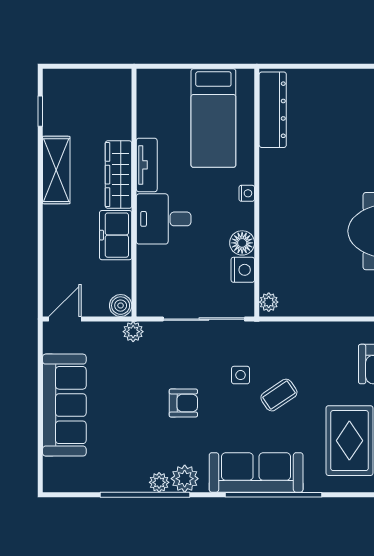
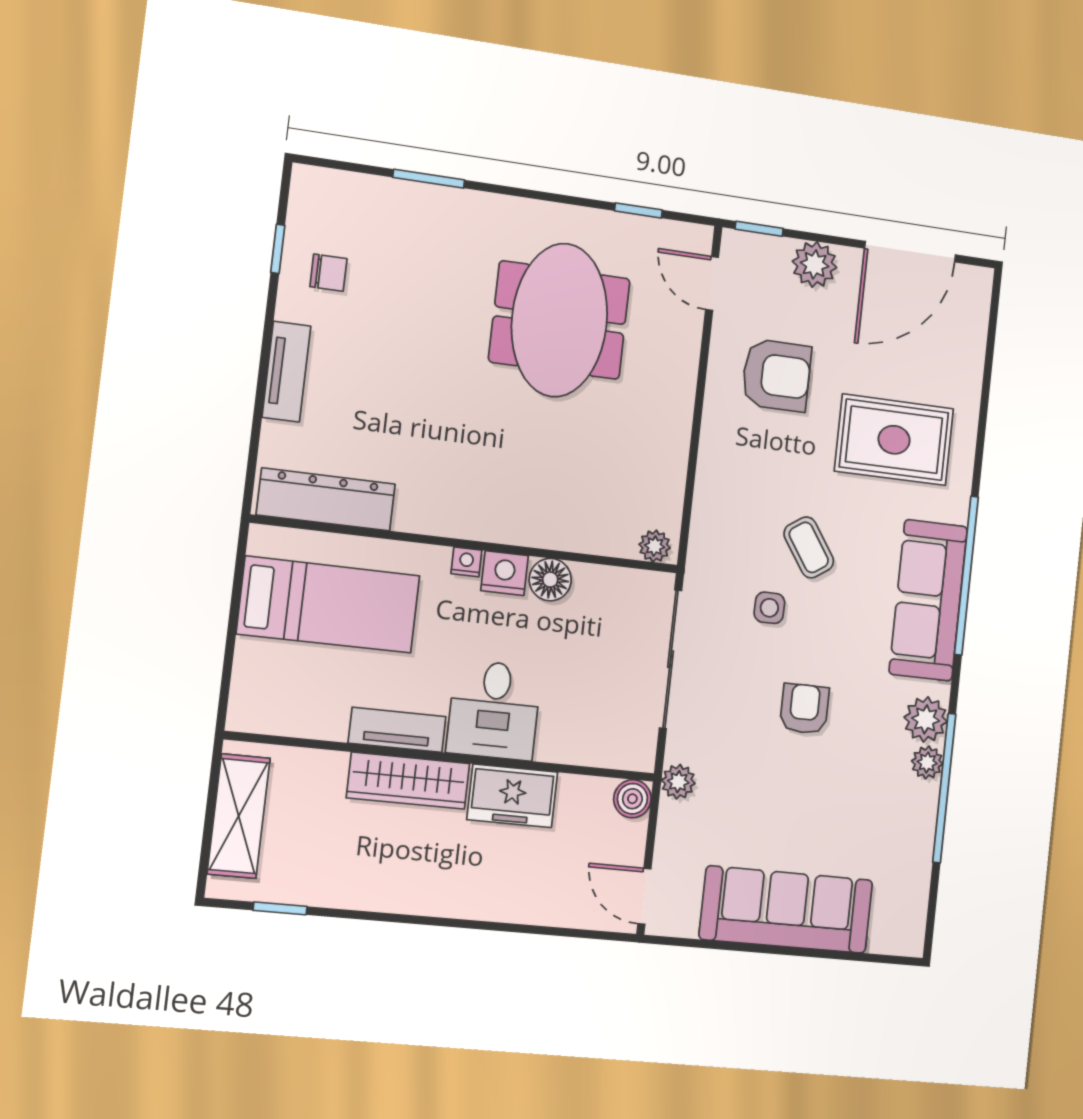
tv unit: (342, 79) -> (286, 372), added
shelving: (56, 170) -> (239, 816), moved, turned 90
nightstand: (243, 270) -> (505, 573), moved

